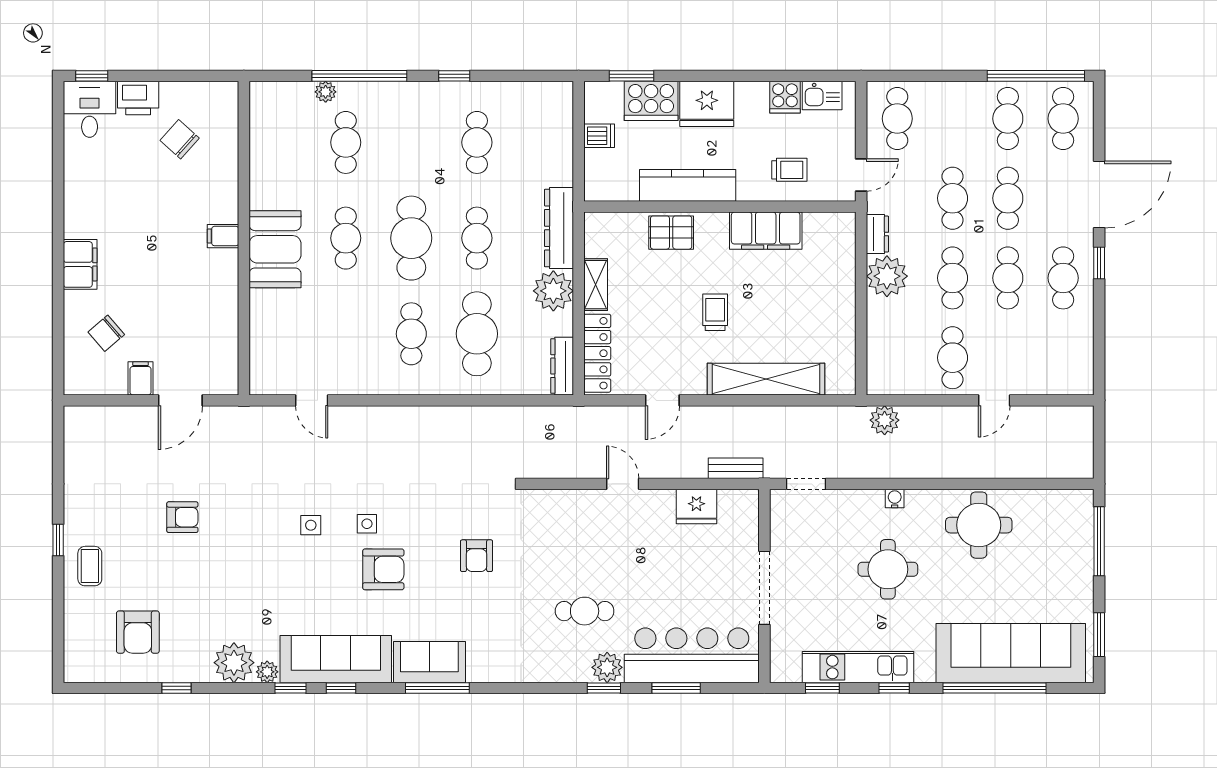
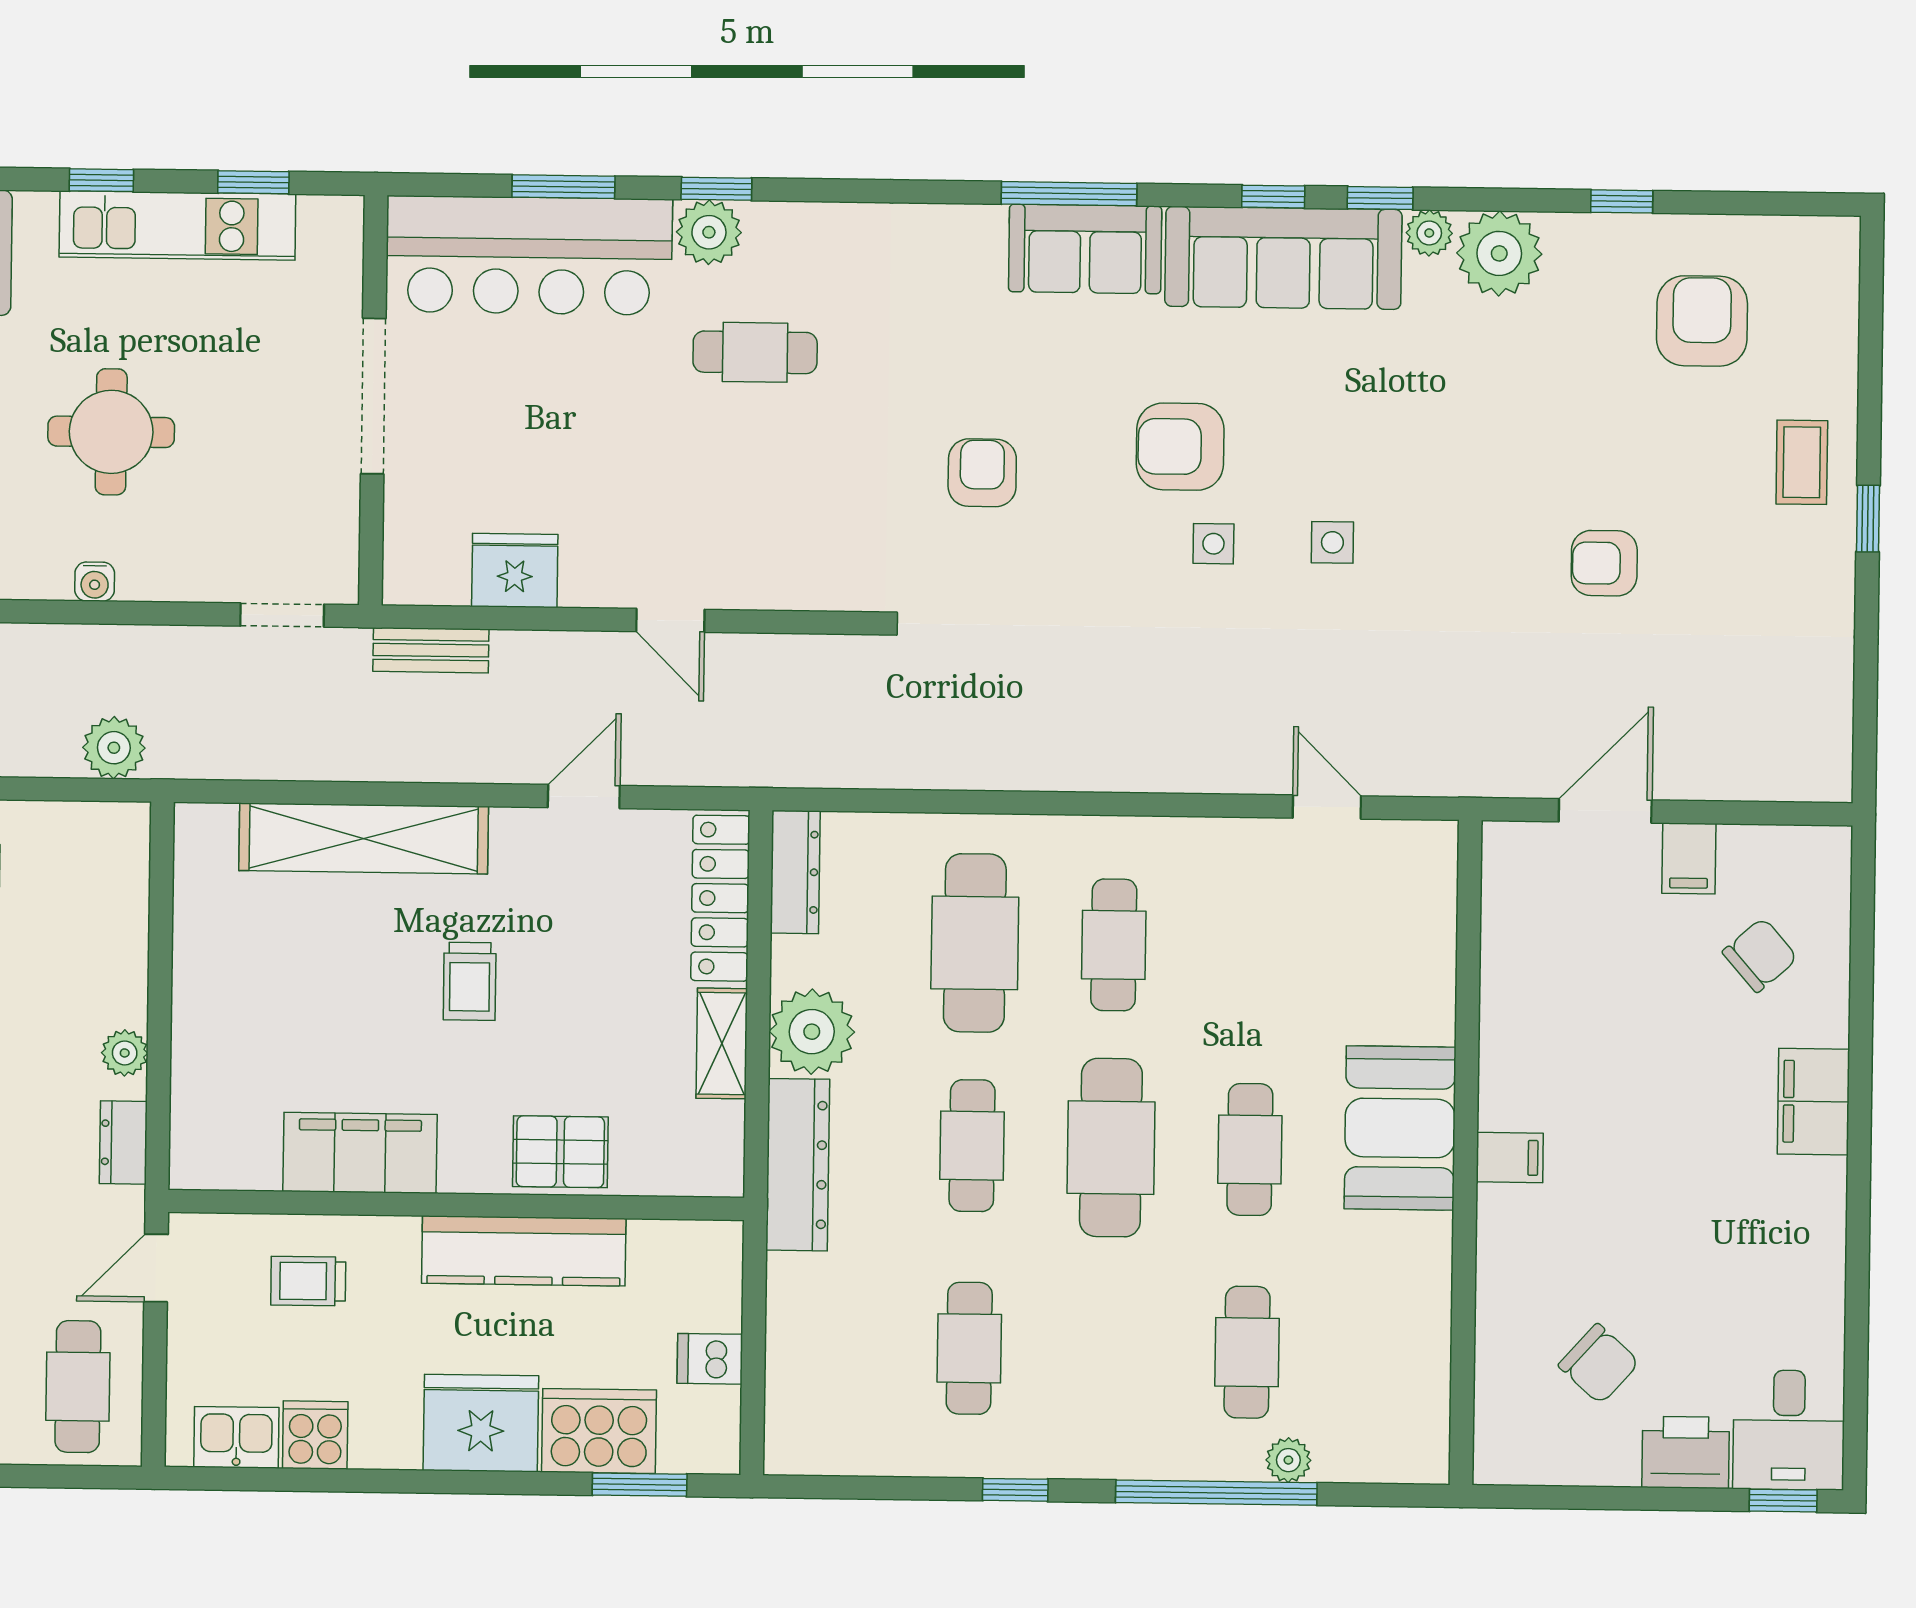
plant: (887, 276) -> (125, 1053), width x0.53, depth x0.53

